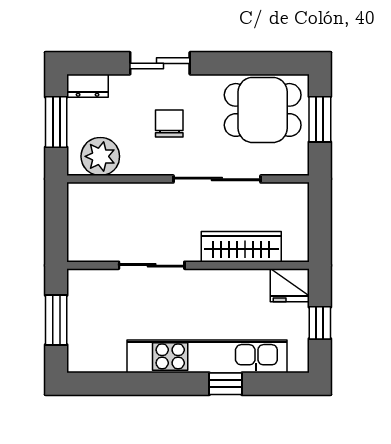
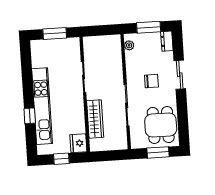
plant: (100, 156) -> (129, 45), width x0.53, depth x0.53

